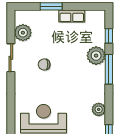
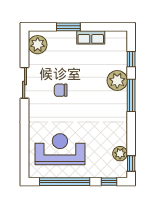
plant: (23, 33) -> (38, 45), moved
plant: (99, 109) -> (120, 154), moved

